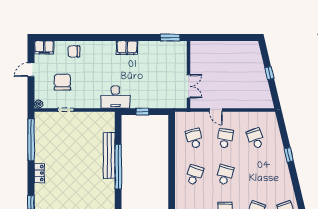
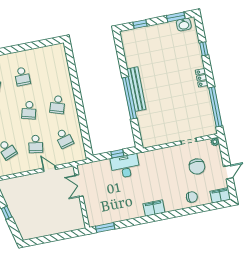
filing cabinet: (127, 48) -> (154, 208), moved
desk: (115, 97) -> (125, 166), moved
bench: (109, 156) -> (136, 89), moved

